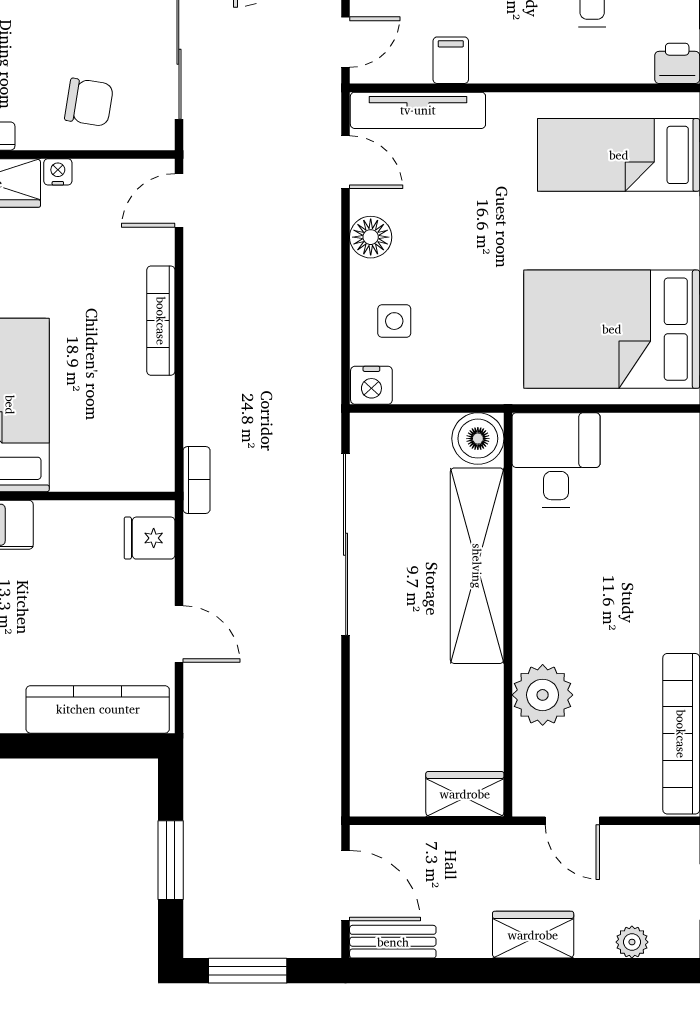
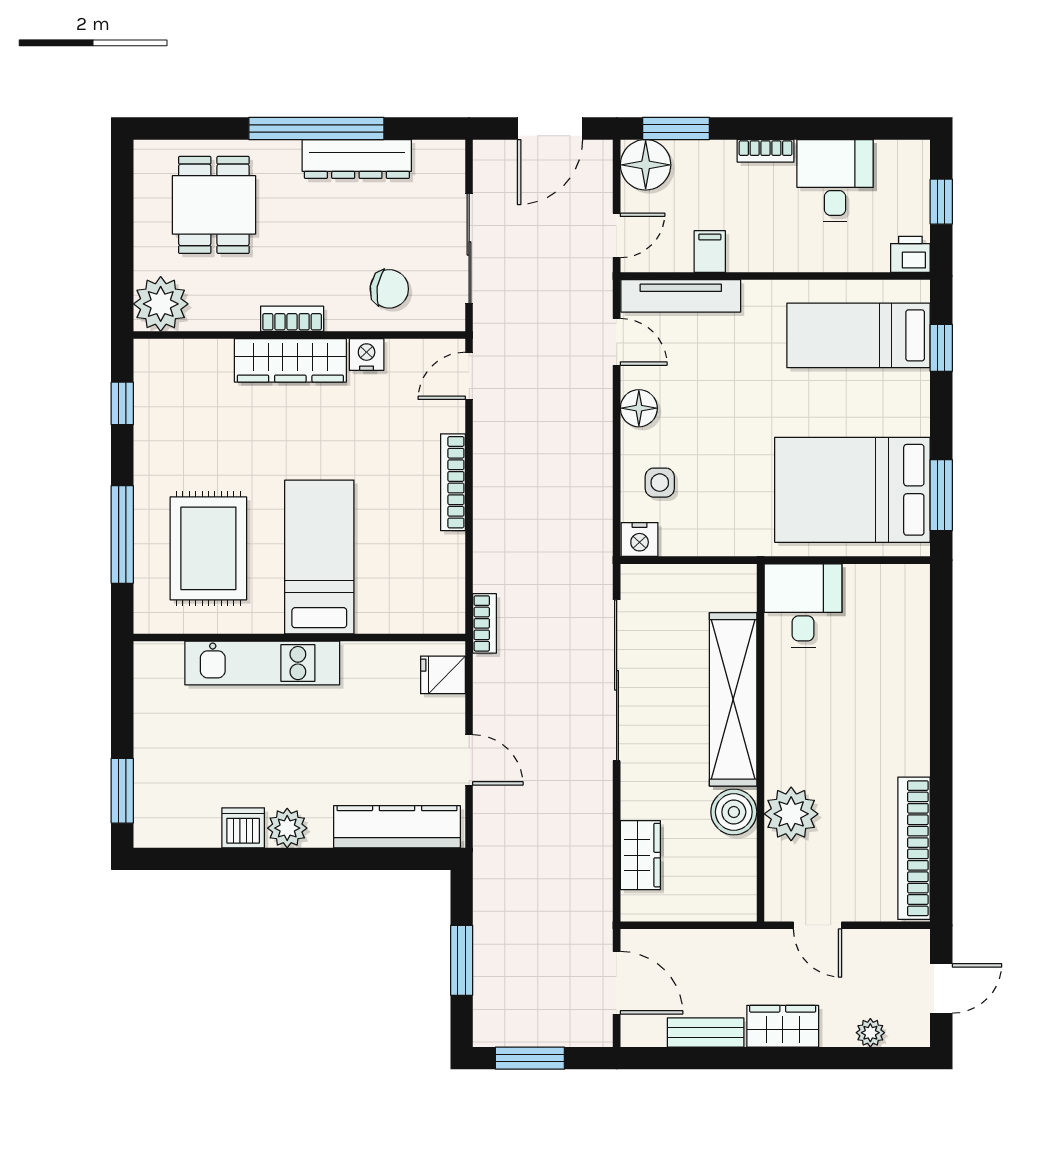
nightstand: (58, 172) -> (367, 355), width x1.39, depth x1.35
boiler: (478, 439) -> (734, 812), moved
wardrobe: (465, 794) -> (640, 855), moved, turned 90
bench: (393, 942) -> (706, 1032), moved

